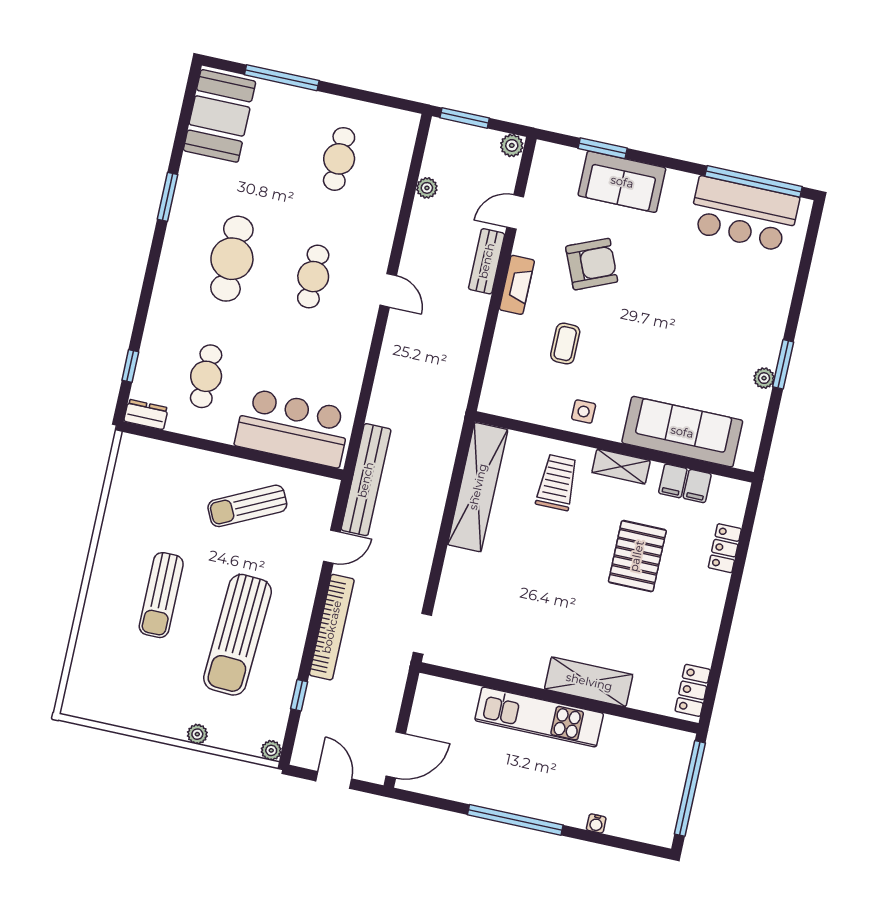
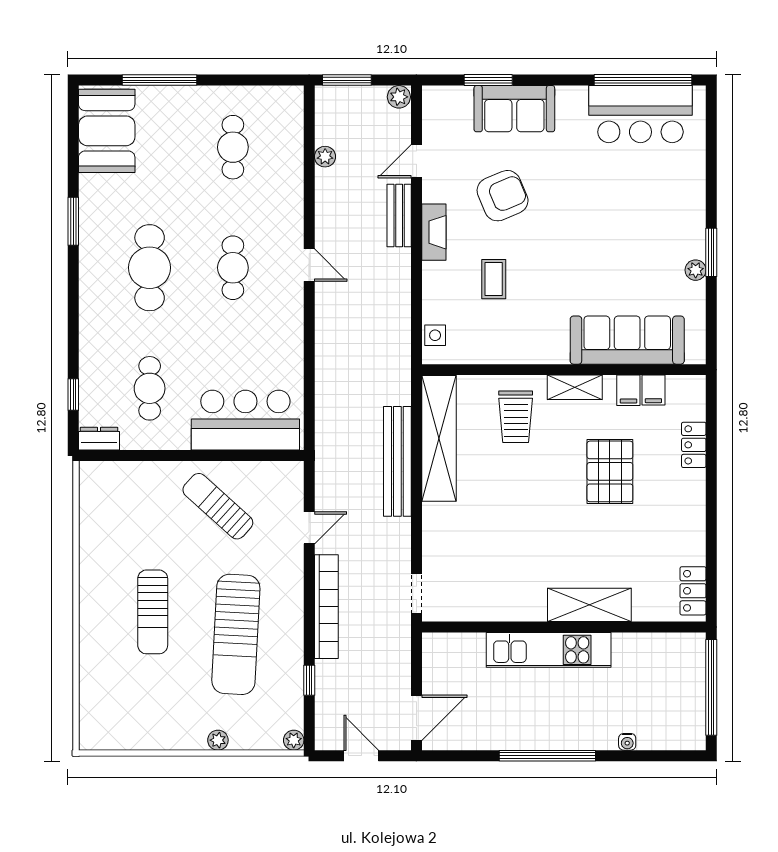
side table: (584, 412) -> (435, 335), moved
bench: (366, 480) -> (397, 461), moved
trolley: (557, 482) -> (516, 417), turned 180
sun lounger: (247, 506) -> (218, 506), turned 68

